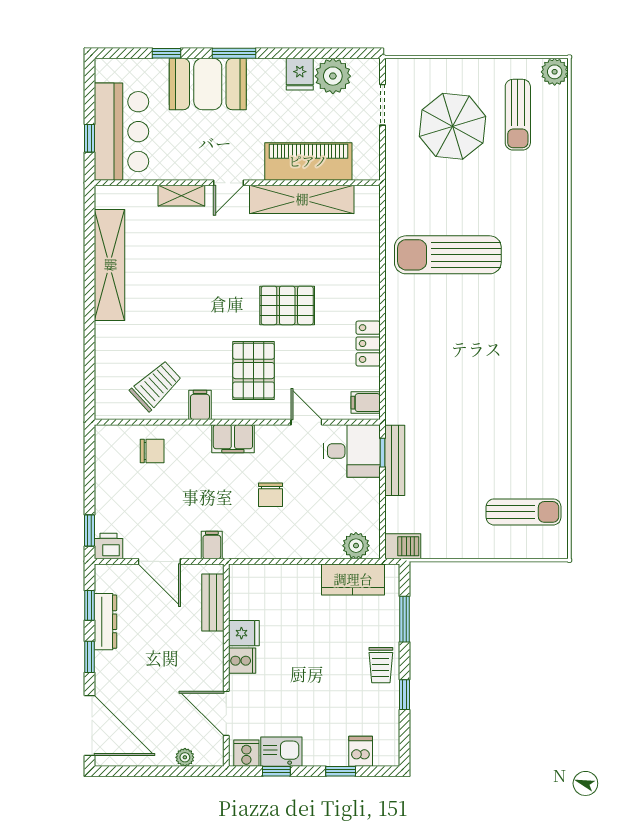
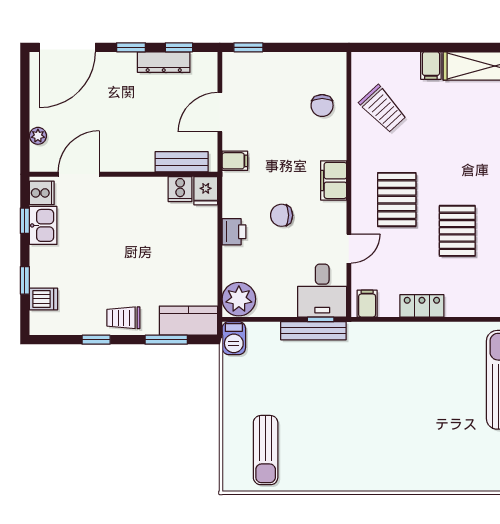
pallet: (254, 371) -> (397, 200), turned 90
filing cabinet: (200, 405) -> (431, 66), moved, turned 90
printer: (108, 546) -> (234, 232), moved
plant: (356, 546) -> (239, 299), width x1.36, depth x1.36
kitchen counter: (353, 579) -> (188, 321), moved, turned 90
fridge: (244, 633) -> (206, 191), moved
cooker: (242, 661) -> (180, 189), moved

